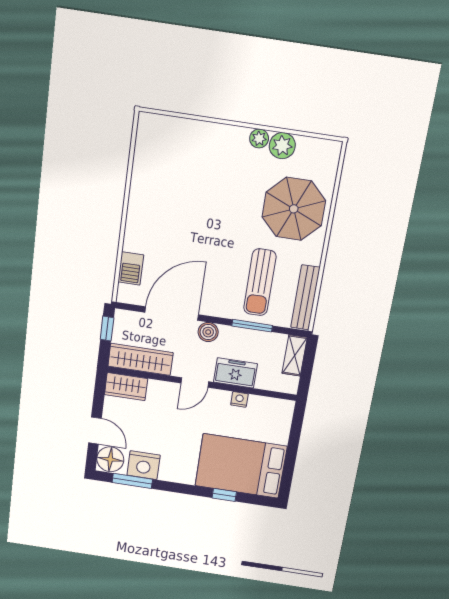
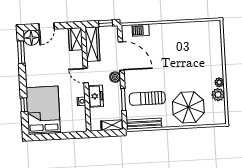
nightstand: (144, 465) -> (32, 57), removed

